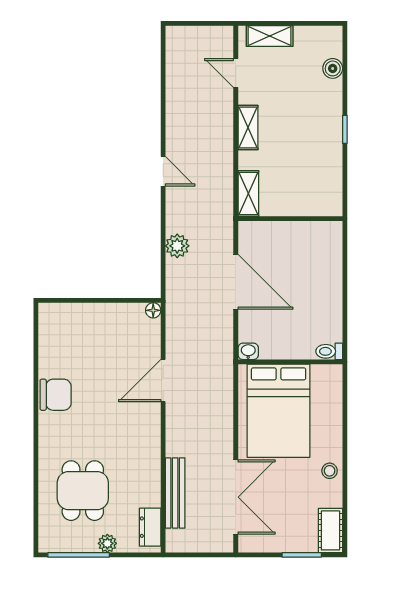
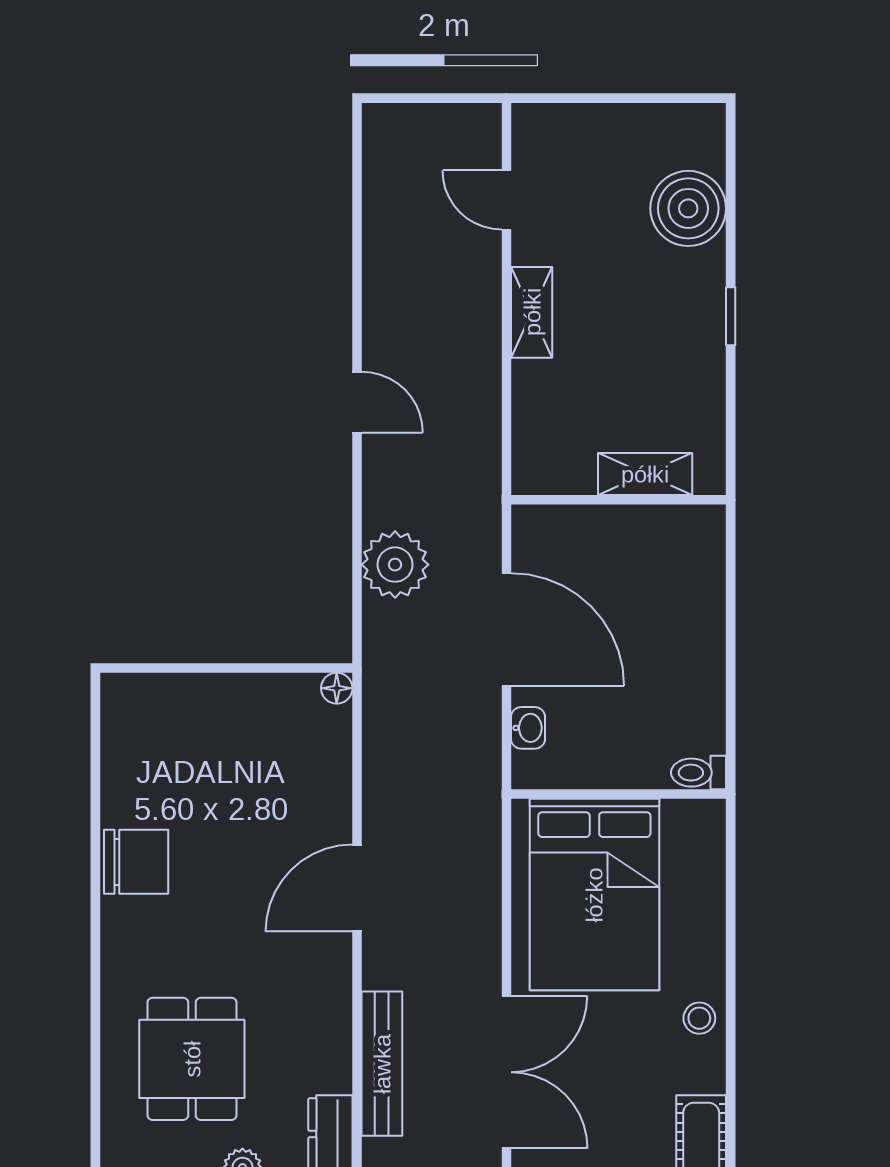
shelving: (270, 36) -> (576, 124), removed
boiler: (333, 68) -> (688, 208), width x1.86, depth x1.86
shelving: (248, 194) -> (645, 474), moved, turned 90
plant: (177, 246) -> (395, 565), width x1.36, depth x1.36
washbasin: (248, 351) -> (528, 728), moved, turned 90
door: (163, 381) -> (357, 888), moved

